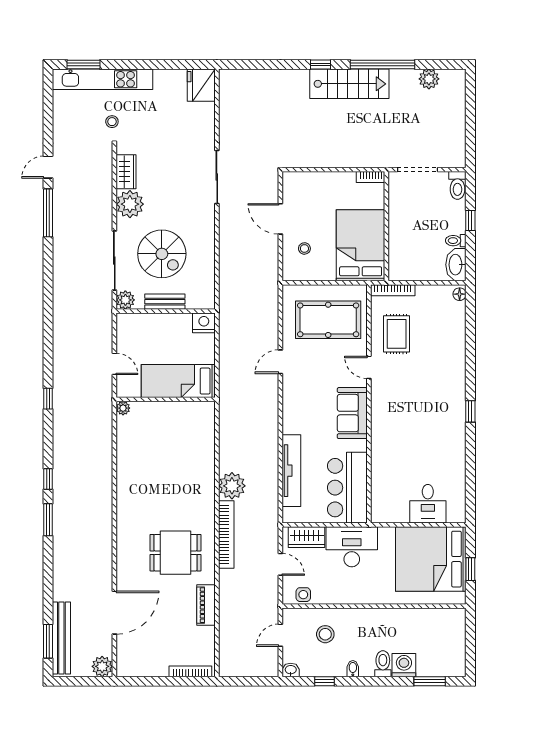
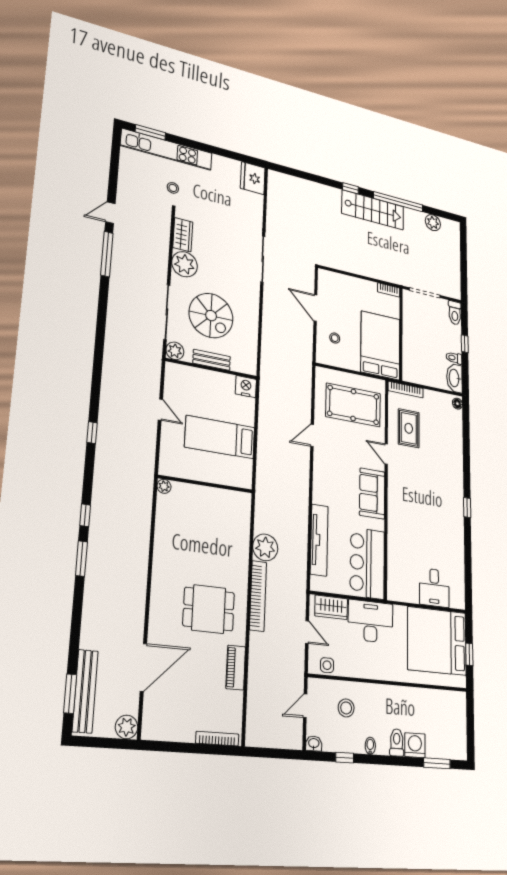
wall: (166, 399) -> (206, 484), moved
plant: (123, 408) -> (164, 486), moved

